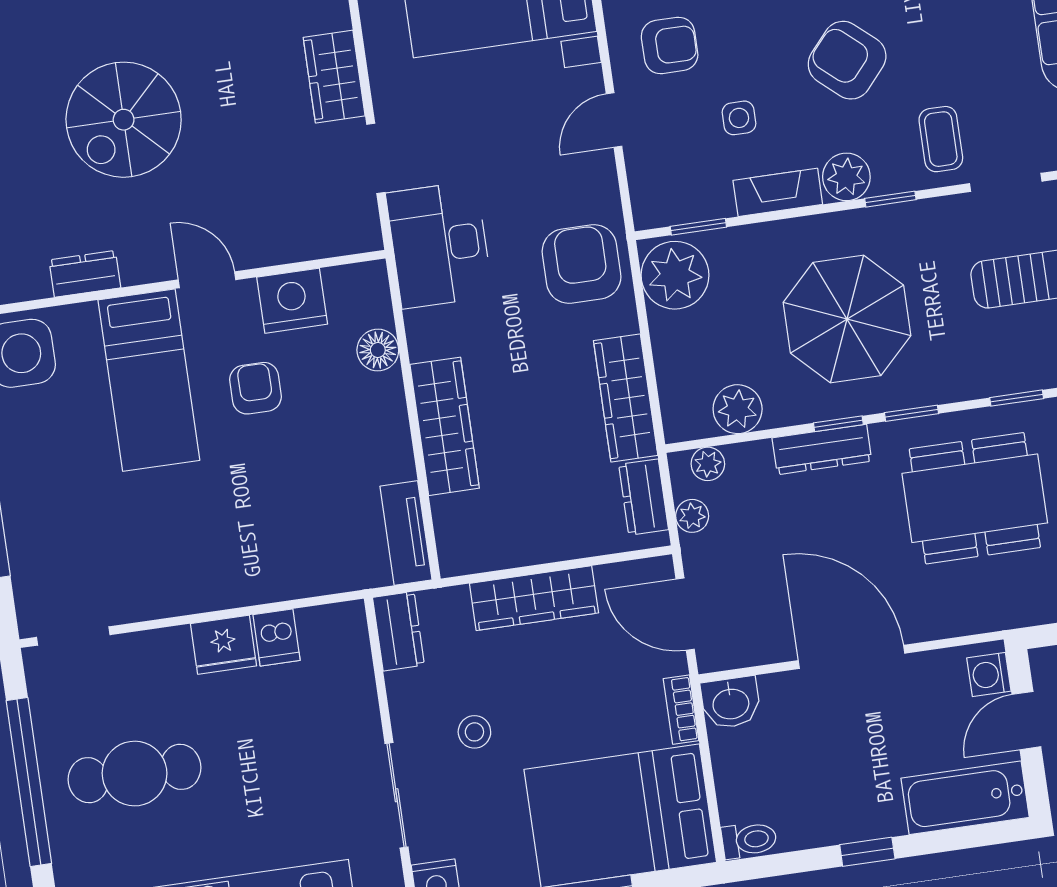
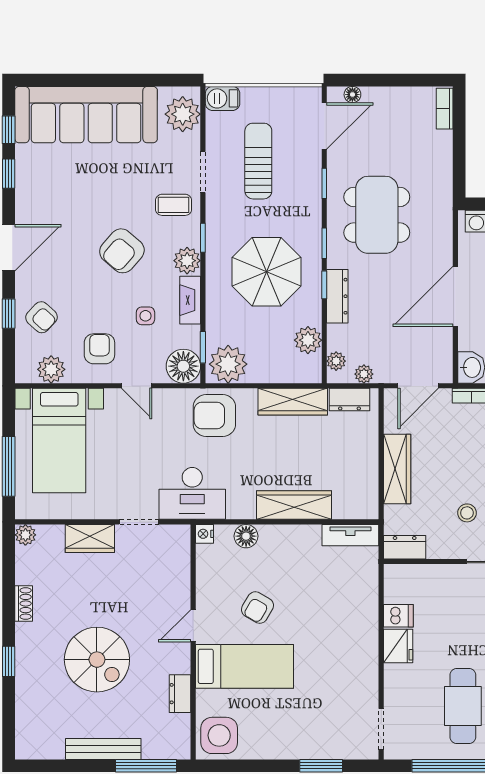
floor lamp: (660, 197) -> (183, 366), added
nightstand: (292, 301) -> (204, 534), moved, width x0.53, depth x0.56
armchair: (255, 388) -> (257, 608), turned -60

